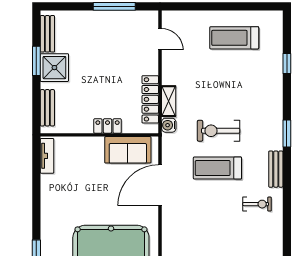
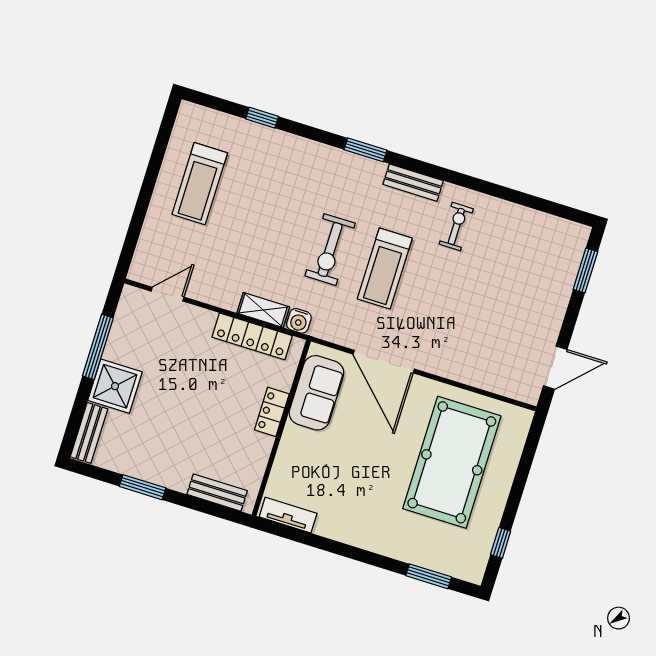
bench: (47, 34) -> (89, 433), moved, turned 90
shower: (54, 68) -> (115, 386), moved

